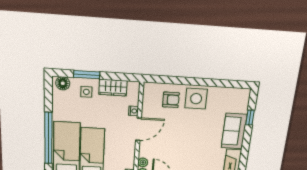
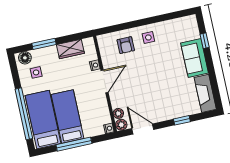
side table: (86, 92) -> (36, 72), moved
side table: (196, 99) -> (148, 37), width x0.54, depth x0.54
armchair: (171, 100) -> (126, 45), turned 90

